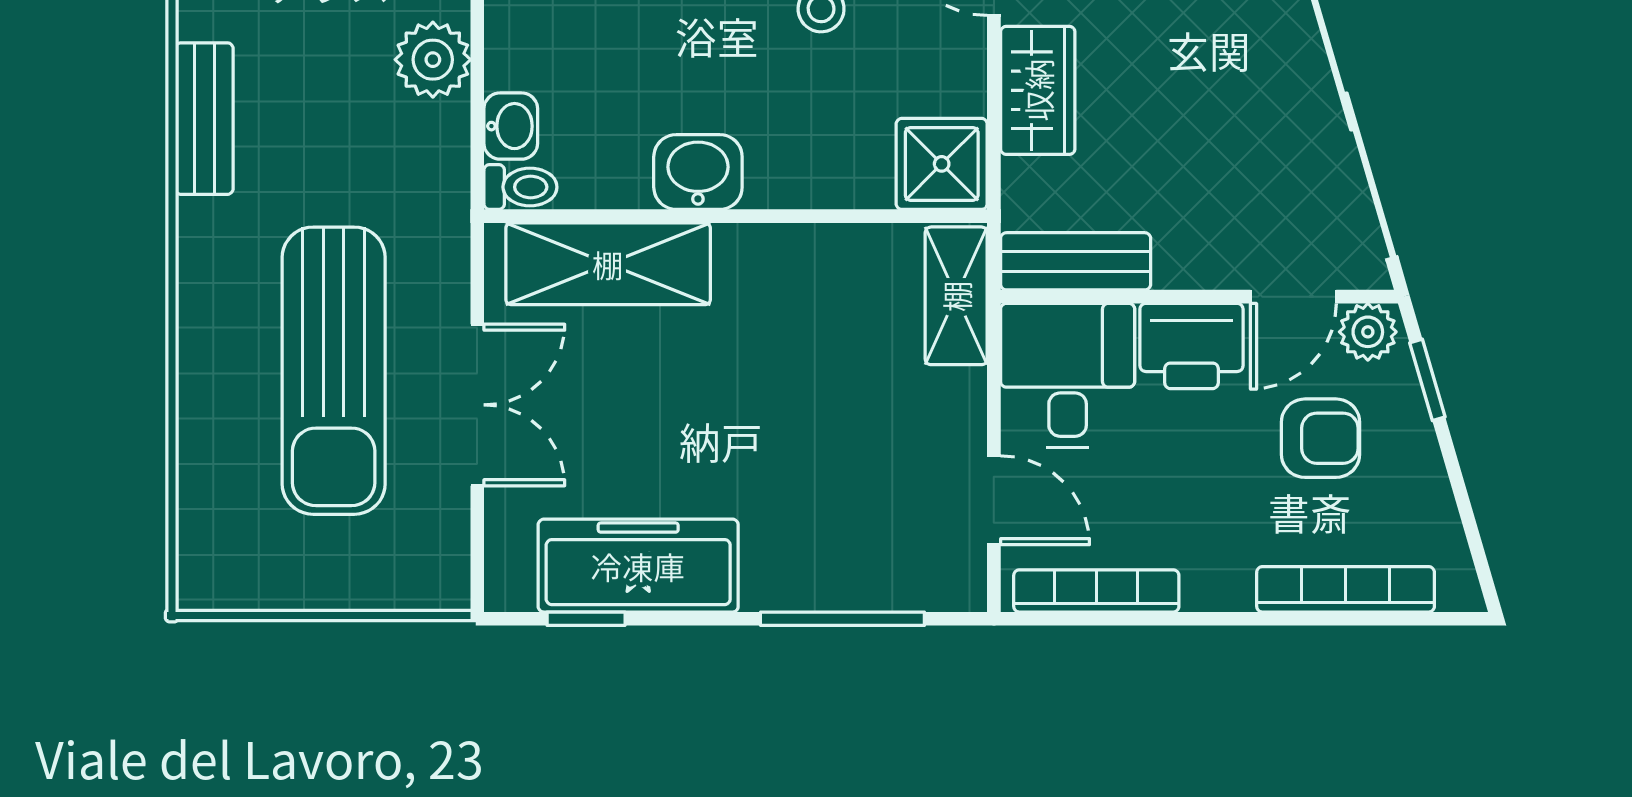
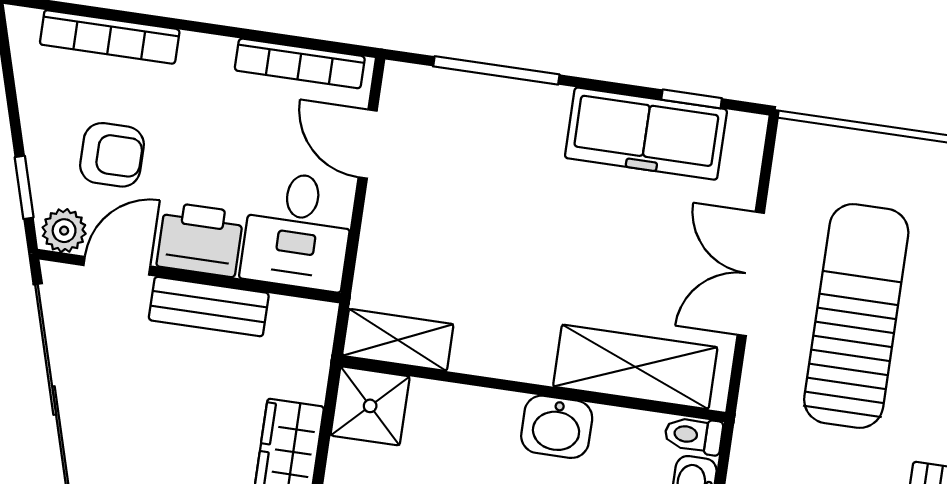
bench: (1076, 261) -> (209, 307), moved
shelving: (956, 296) -> (398, 340), moved, turned 90
armchair: (1320, 438) -> (112, 155), turned 180

